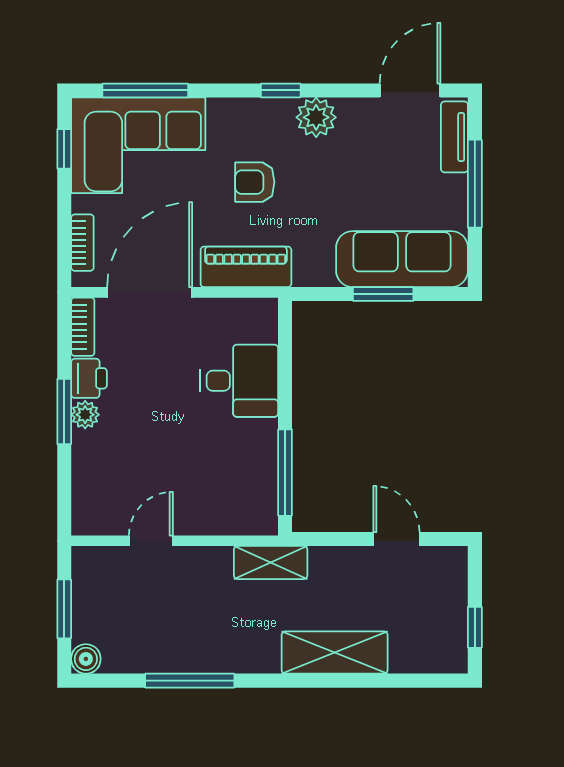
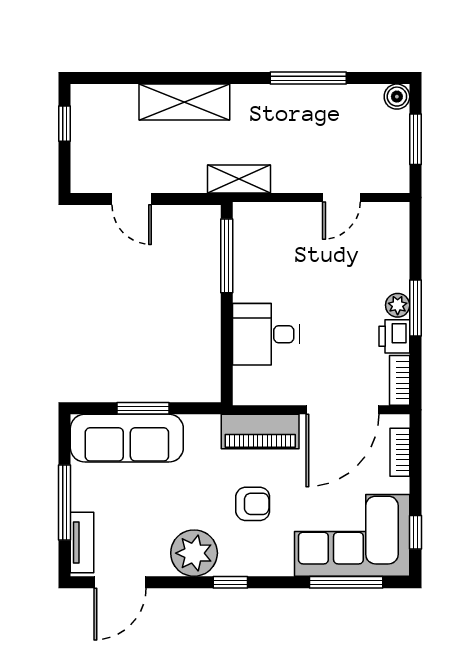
plant: (316, 117) -> (194, 553), width x1.36, depth x1.36

